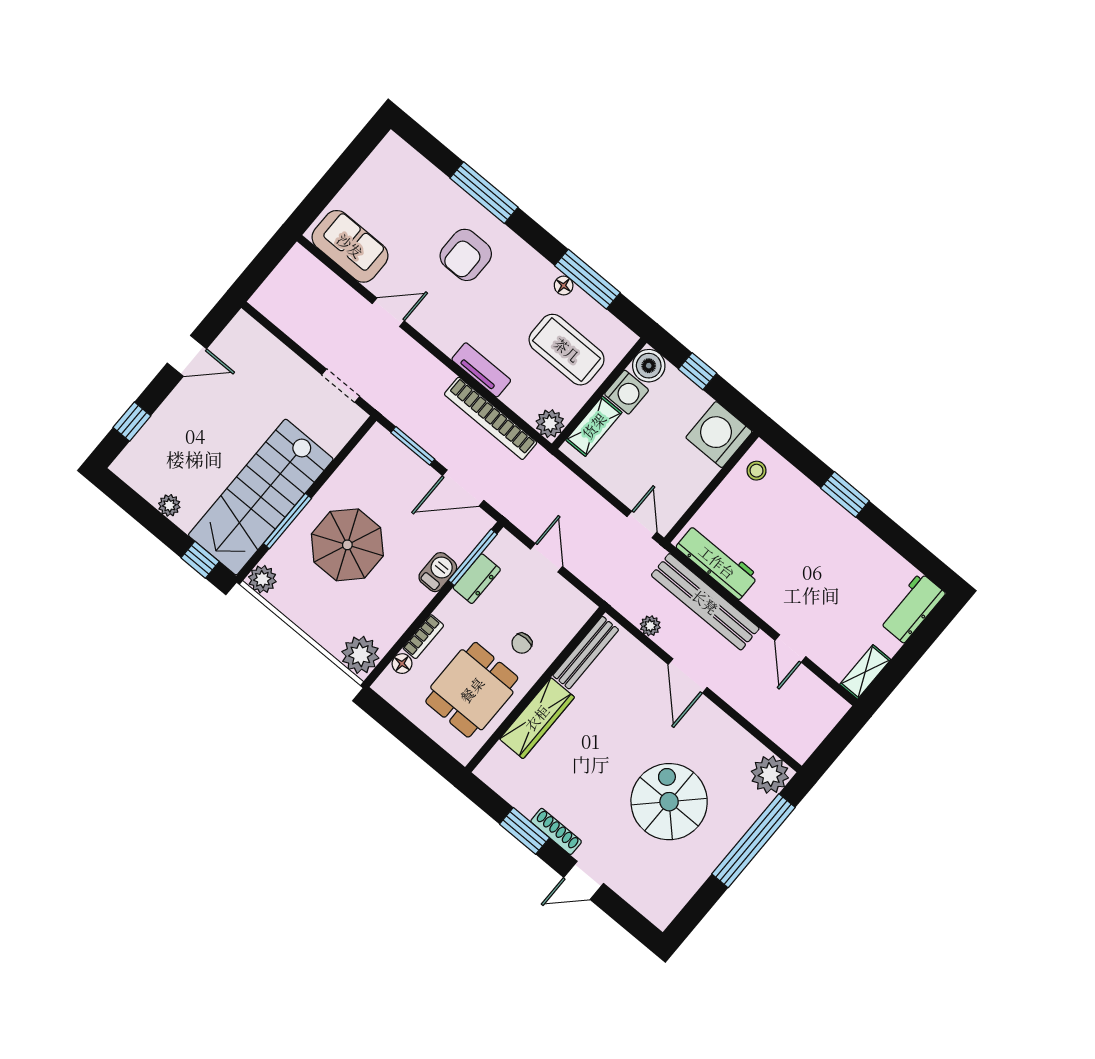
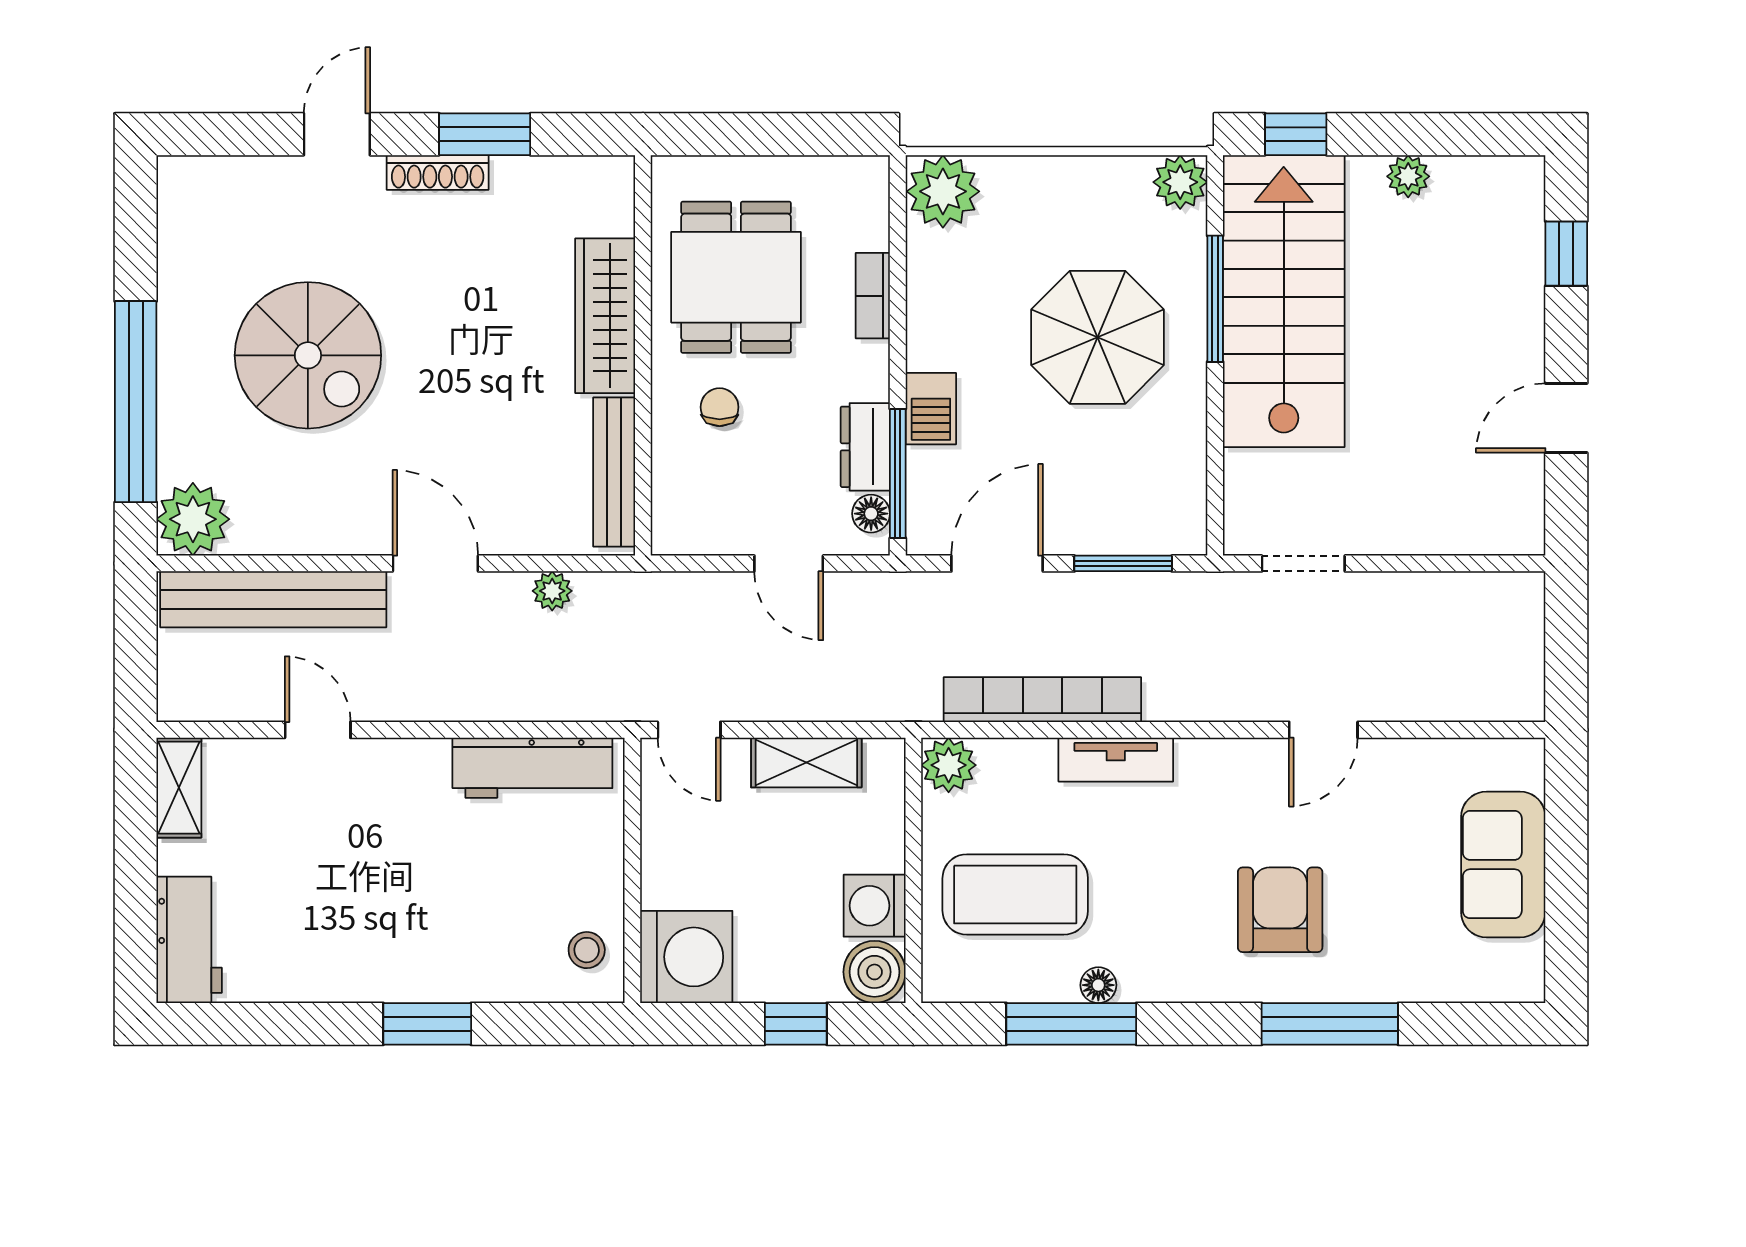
sofa: (350, 246) -> (1503, 865), moved, turned 90
shelving: (594, 426) -> (806, 763), moved, turned 90
bench: (705, 602) -> (273, 599), moved
floor lamp: (402, 664) -> (871, 514), moved

